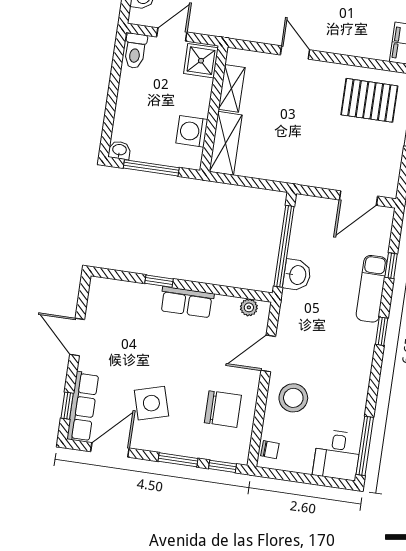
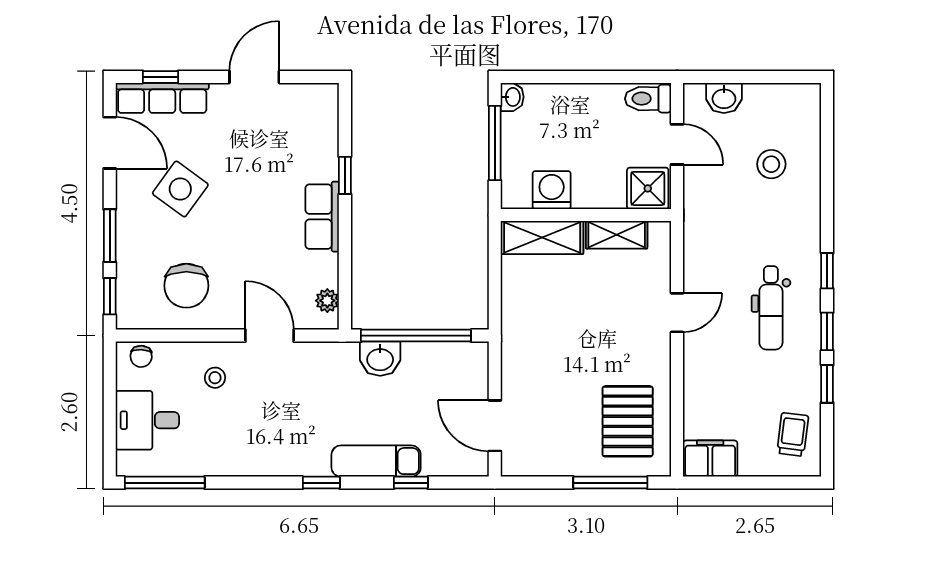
stool: (293, 398) -> (215, 378), width x0.53, depth x0.53
side table: (151, 403) -> (180, 189), turned -38
desk: (337, 455) -> (147, 420), moved

